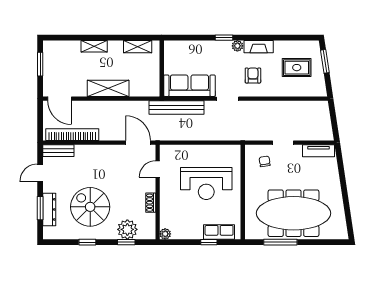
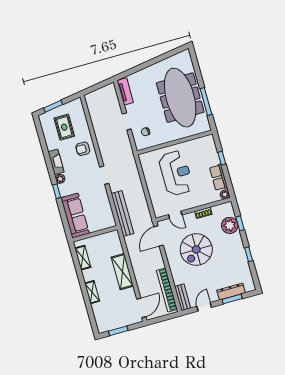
armchair: (253, 75) -> (83, 149), moved
sofa: (189, 86) -> (75, 216), moved, turned 180
door: (40, 173) -> (204, 307), swing flipped
spiral stairs: (90, 207) -> (196, 250), moved
row of seats: (219, 232) -> (219, 177), moved

